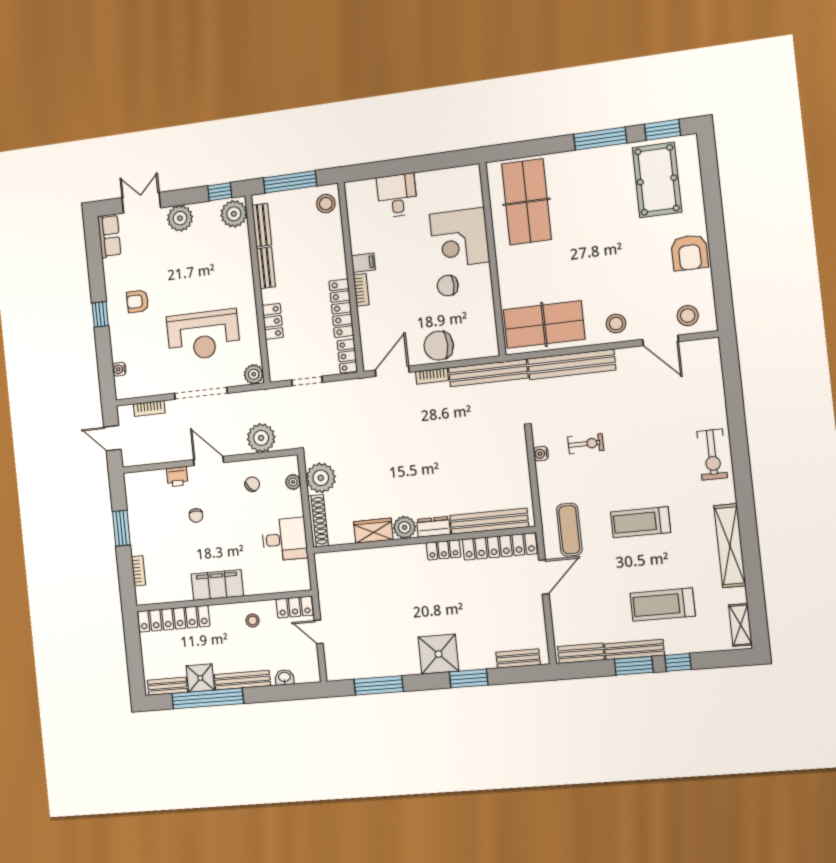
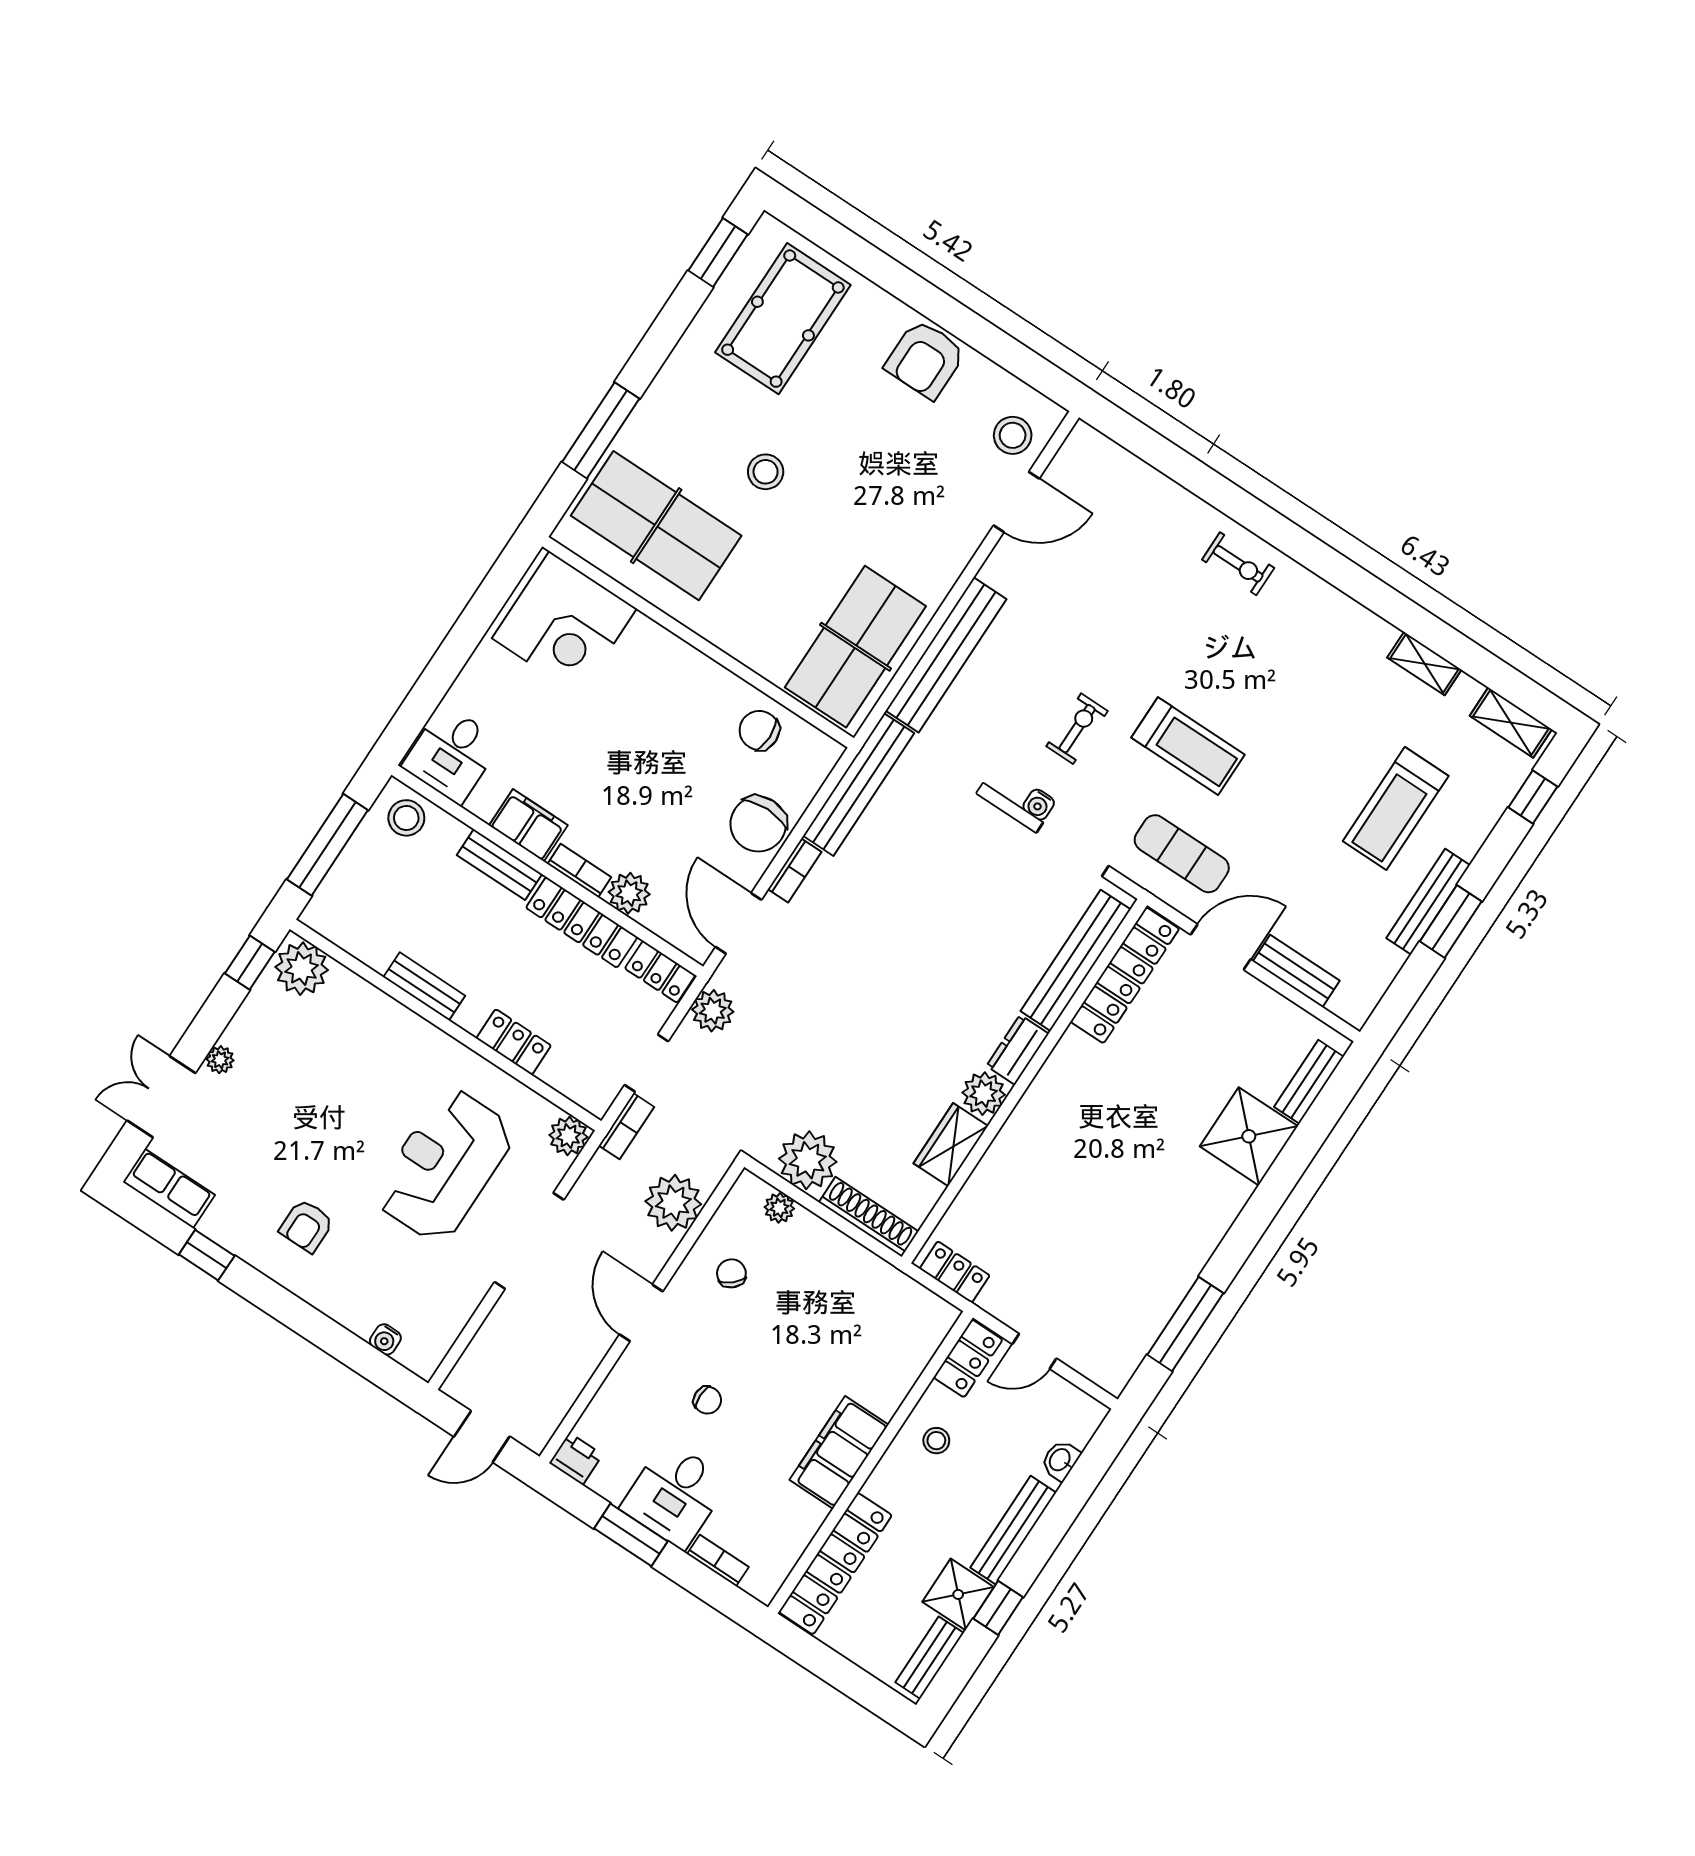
window: (600, 139) -> (601, 430), moved
pool table: (657, 180) -> (783, 319), turned 90
desk: (397, 195) -> (452, 754), moved, turned -90
plant: (180, 218) -> (220, 1060), width x0.53, depth x0.53
bench: (262, 225) -> (500, 865), moved
corner desk: (459, 238) -> (564, 624), moved
armchair: (690, 253) -> (925, 359), turned 90
filing cabinet: (363, 263) -> (528, 825), width x2.00
chair: (448, 286) -> (759, 730), moved, turned 90
window: (100, 314) -> (207, 1255), moved
plant: (368, 317) -> (629, 893), added
stool: (616, 324) -> (766, 472), moved
reception desk: (203, 335) -> (444, 1165), turned 180
plant: (349, 390) -> (713, 1011), added
bookcase: (149, 408) -> (627, 1126), moved
exercise bike: (712, 455) -> (1238, 564), width x0.73, depth x0.72
door: (209, 461) -> (641, 1313), hinge flipped
printer: (177, 477) -> (576, 1459), moved, turned -90
doorway: (534, 483) -> (1072, 849), added
treadmill: (641, 522) -> (1188, 746), moved, turned -90
desk: (285, 539) -> (675, 1495), moved, turned 180
shelving: (730, 546) -> (1424, 664), width x0.45, depth x0.75
locker: (443, 550) -> (955, 1272), moved, turned -90
door: (544, 577) -> (1221, 947), hinge flipped
bench: (581, 653) -> (1296, 971), moved, turned 90
shower: (438, 654) -> (1249, 1136), moved
window: (678, 662) -> (1533, 797), moved
window: (469, 678) -> (1281, 1179), removed
window: (208, 698) -> (998, 1608), width x0.32

